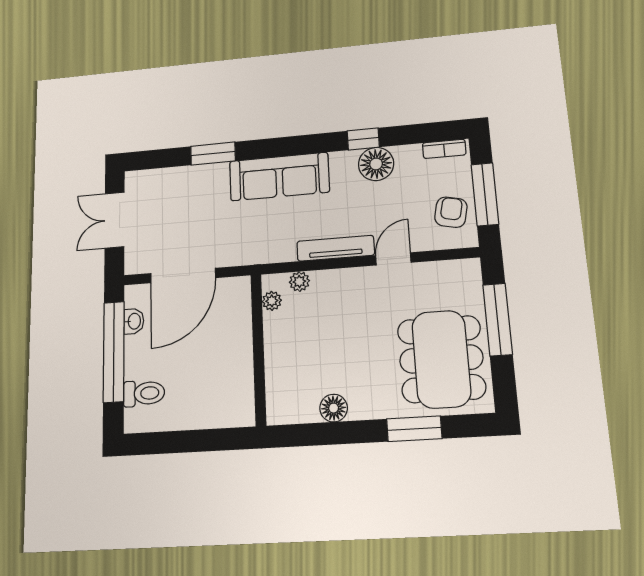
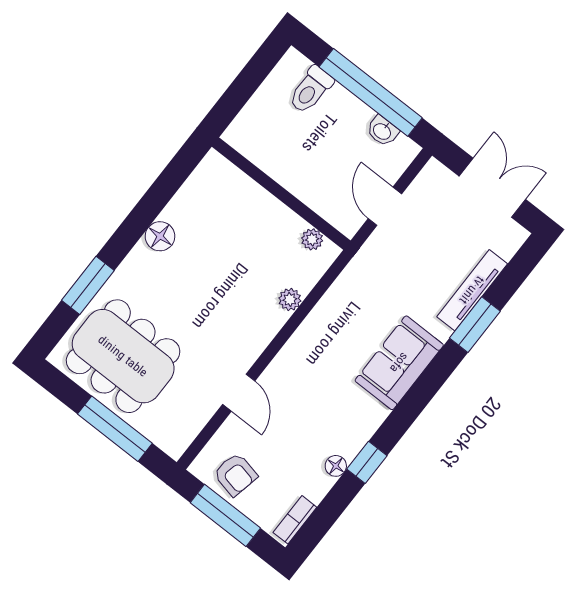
floor lamp: (376, 164) -> (336, 466), width x0.53, depth x0.53
sofa: (279, 177) -> (399, 363), width x0.73
tv unit: (335, 248) -> (472, 290), moved, turned 180
door: (183, 276) -> (385, 206), width x0.53
plant: (272, 301) -> (312, 239), moved
wall: (258, 349) -> (281, 194), moved

